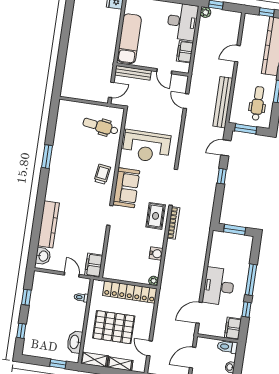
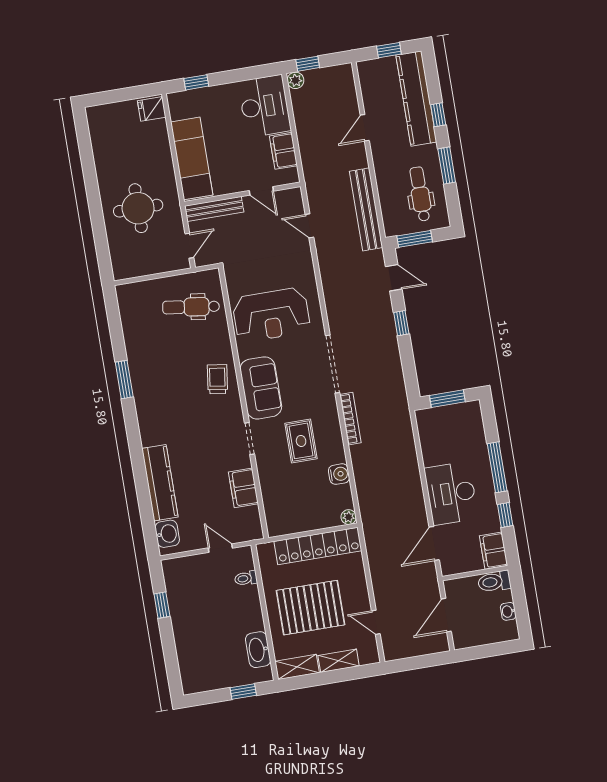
round table: (88, 58) -> (138, 208), added
door: (226, 148) -> (394, 278), swing flipped
rug: (156, 216) -> (301, 441), moved
filing cabinet: (94, 265) -> (243, 488), moved
window: (21, 331) -> (171, 659), removed

